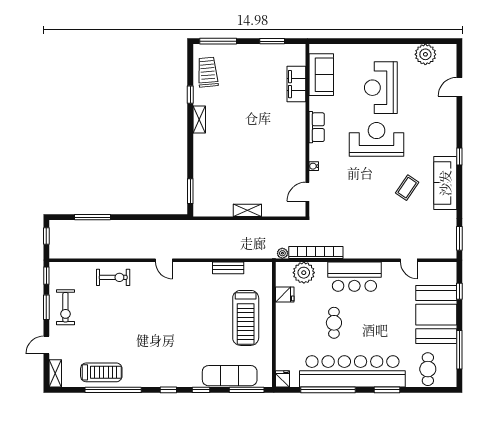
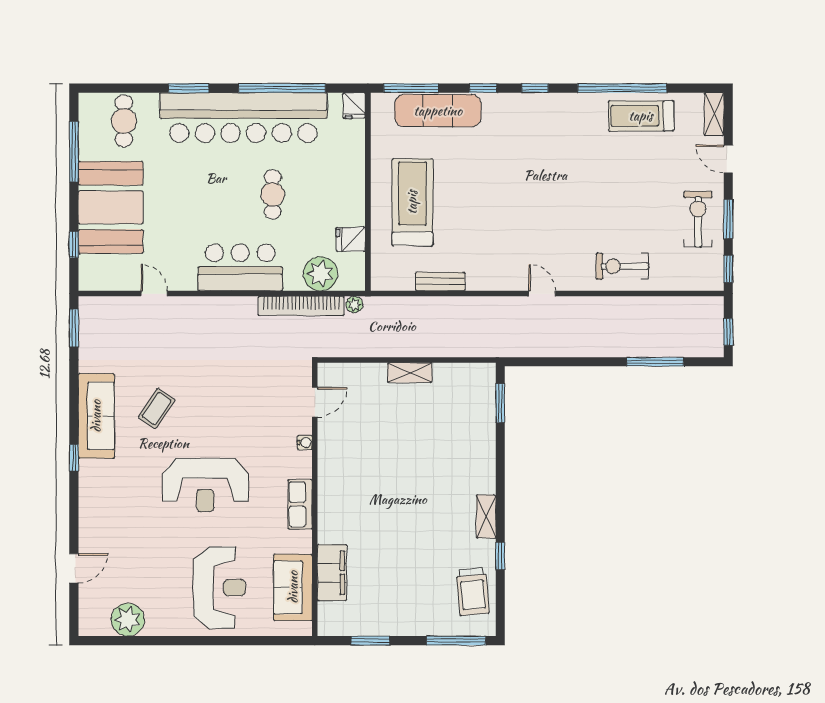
reception desk: (381, 88) -> (219, 588), moved
door: (46, 345) -> (728, 159), swing flipped

